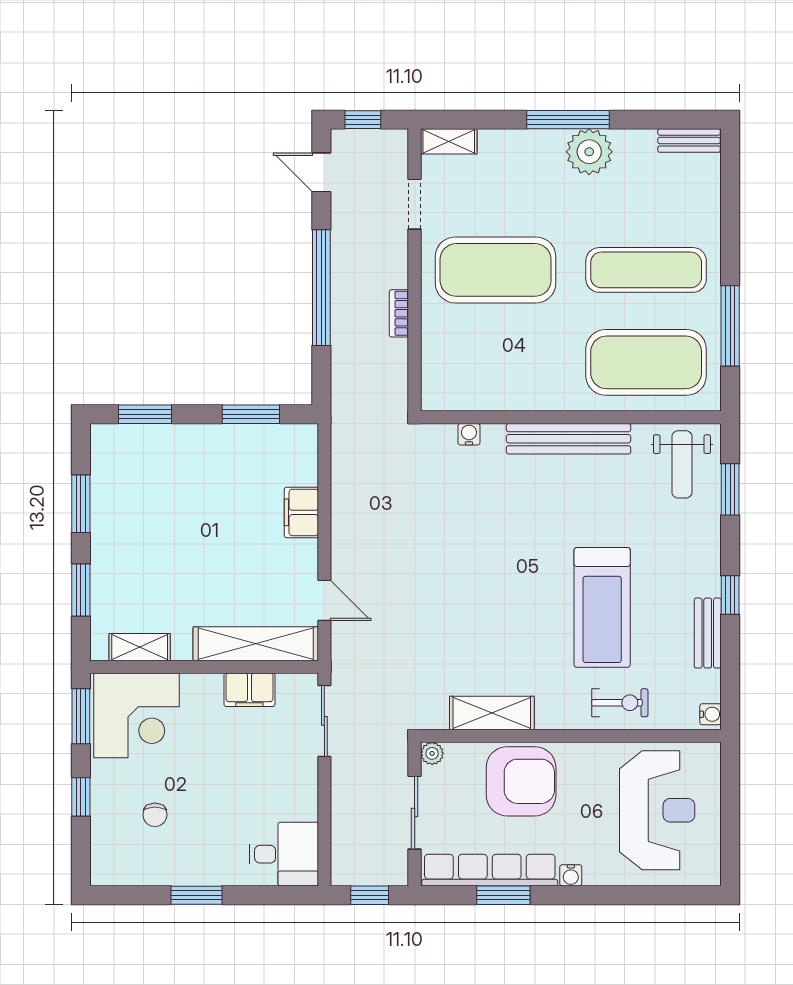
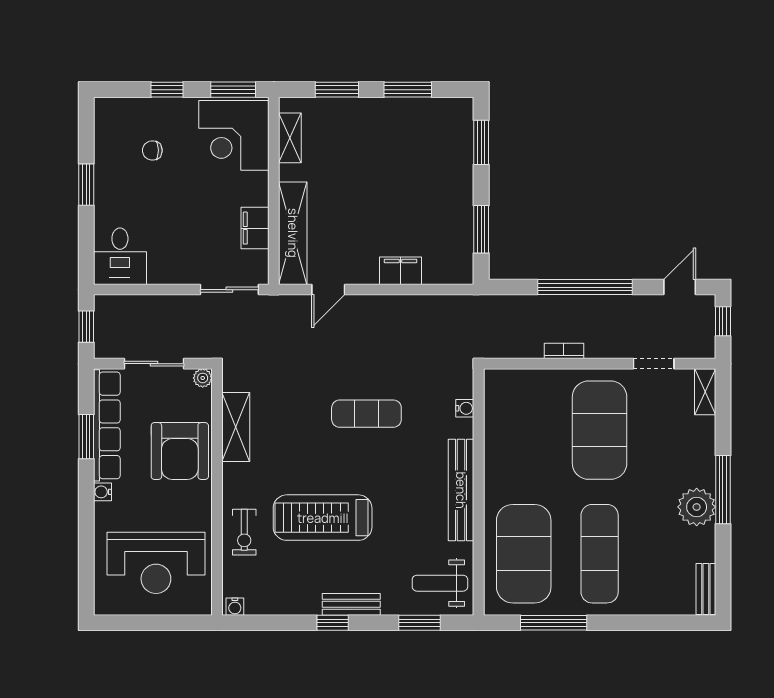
exercise mat: (475, 554) -> (366, 414), added
bench: (708, 633) -> (351, 604), moved

